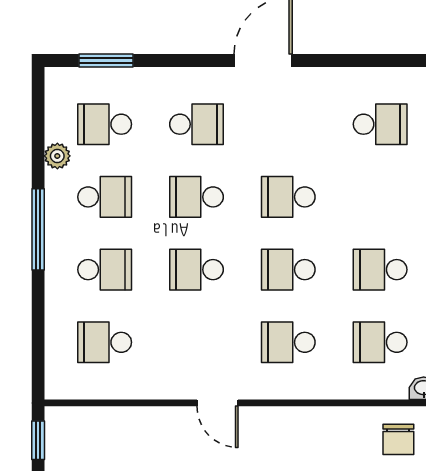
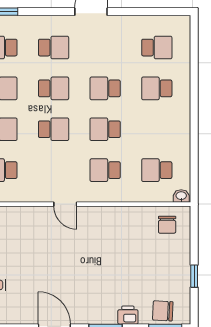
school desk: (196, 197) -> (54, 88), turned 180
school desk: (196, 270) -> (54, 129), turned 180
school desk: (380, 270) -> (157, 88), moved

